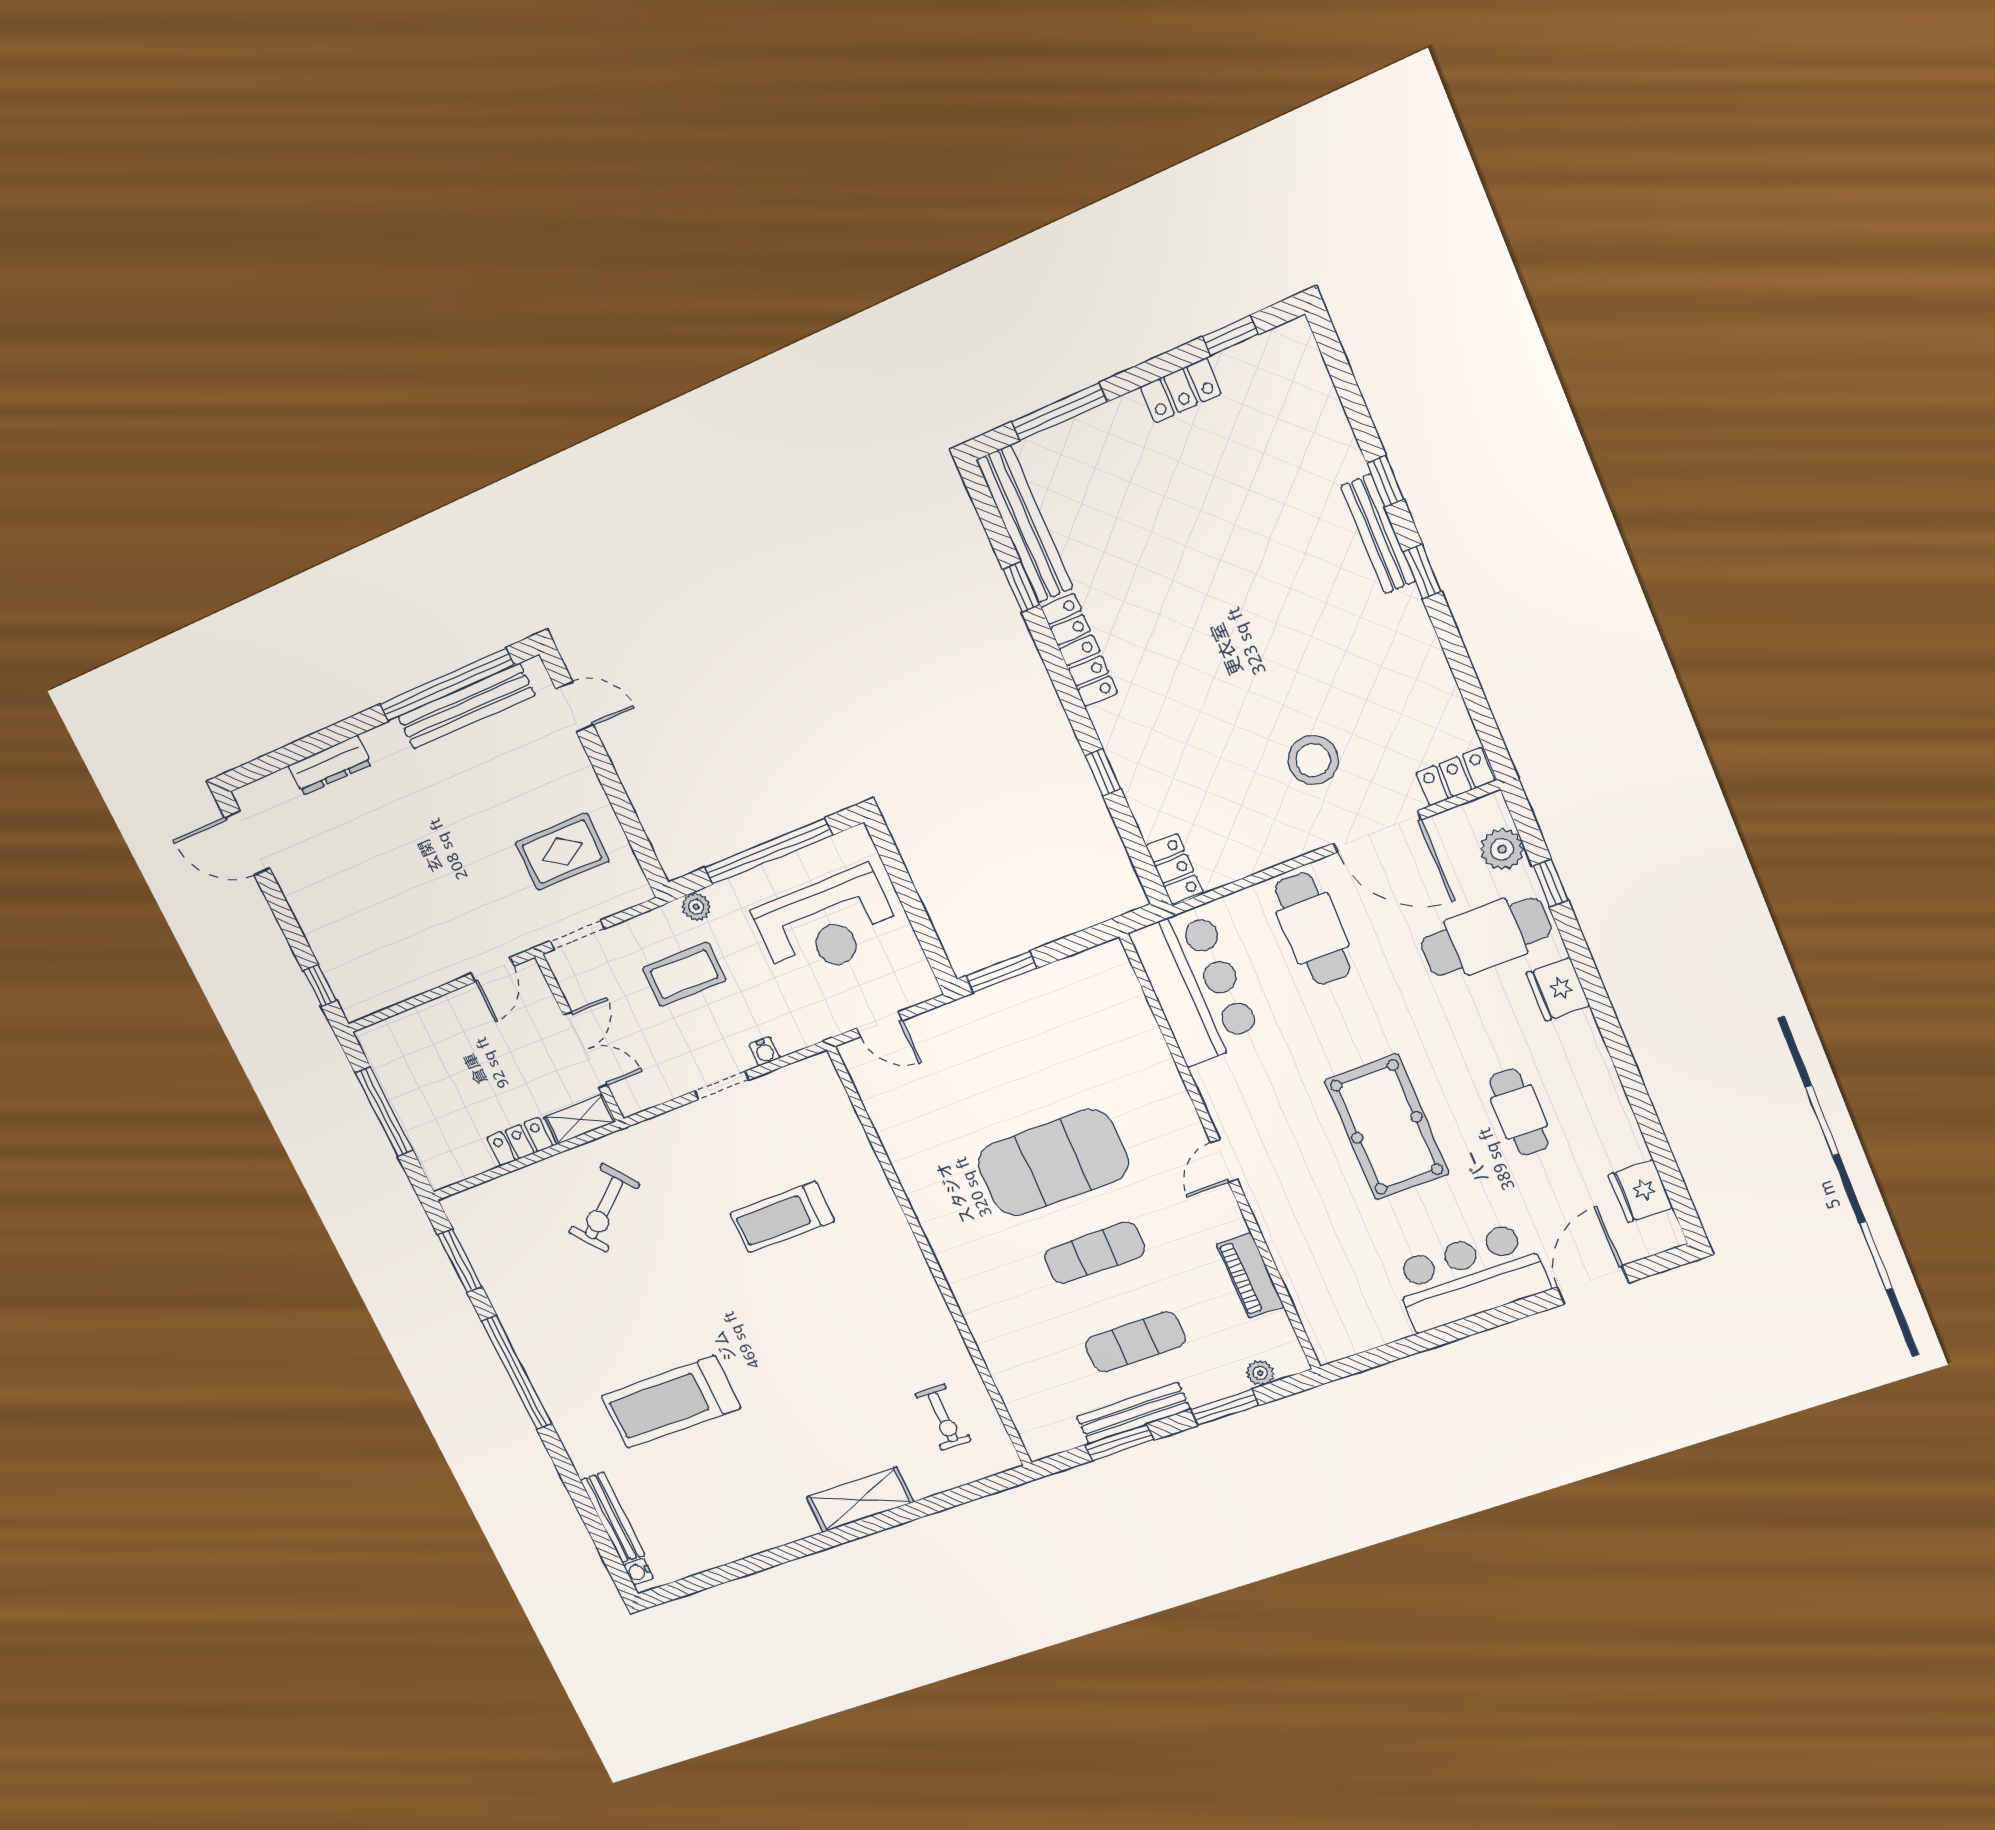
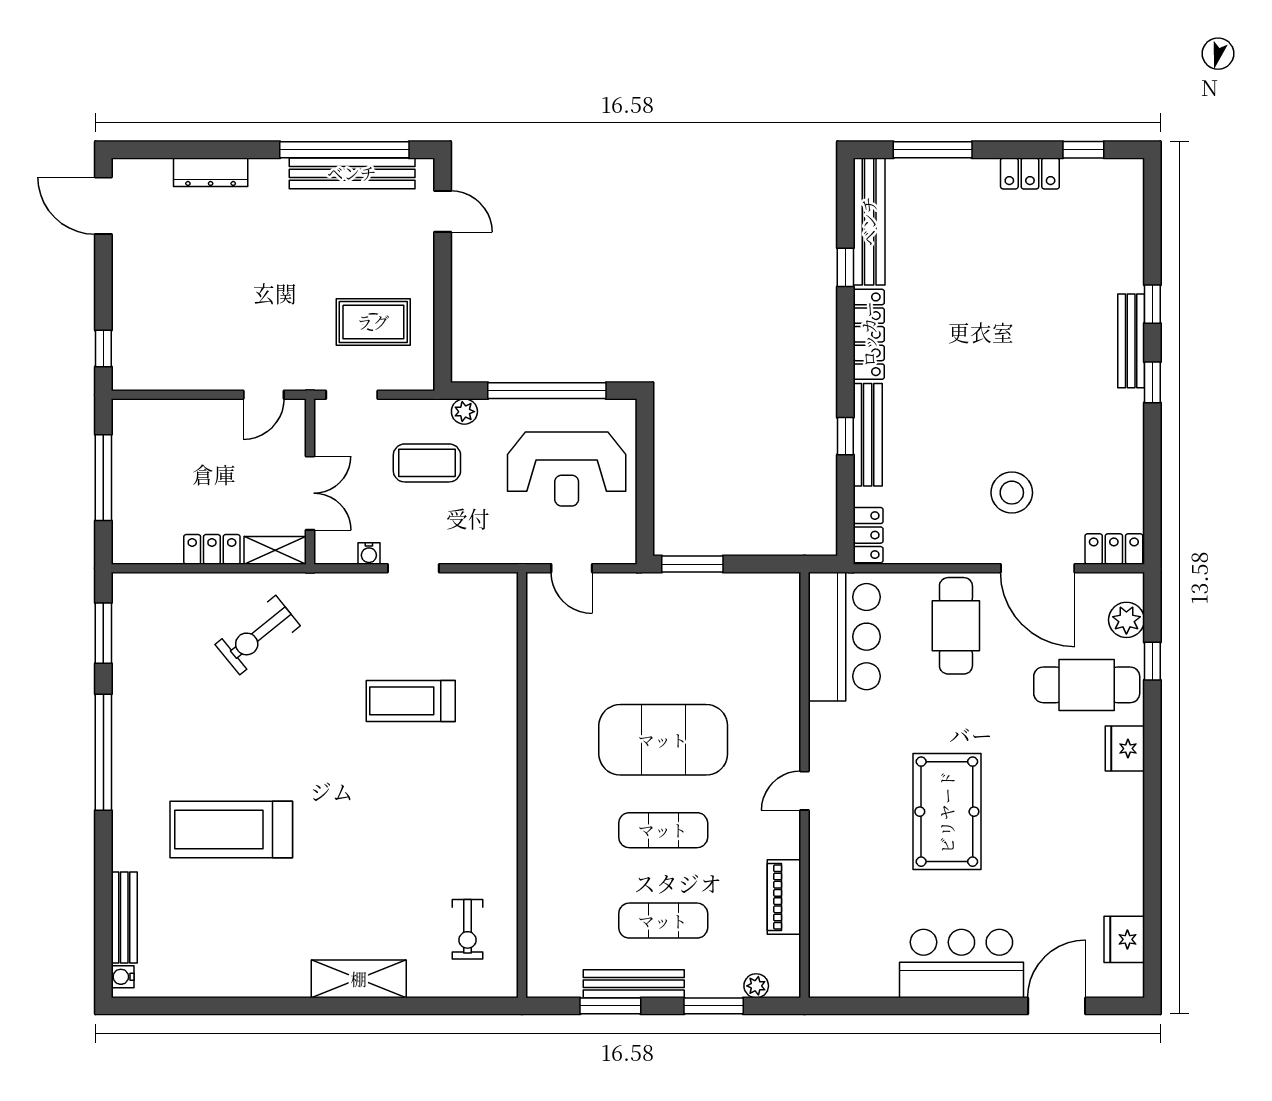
bench: (1127, 761) -> (868, 435), added
water cooler: (764, 1051) -> (369, 553), moved
cafe table: (1519, 1112) -> (1056, 838), removed

